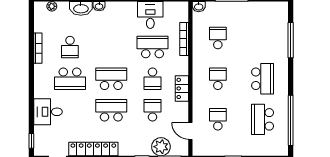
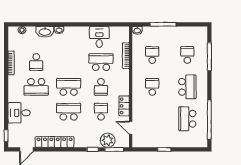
locker: (182, 88) -> (124, 106), moved
school desk: (218, 119) -> (187, 55), moved

